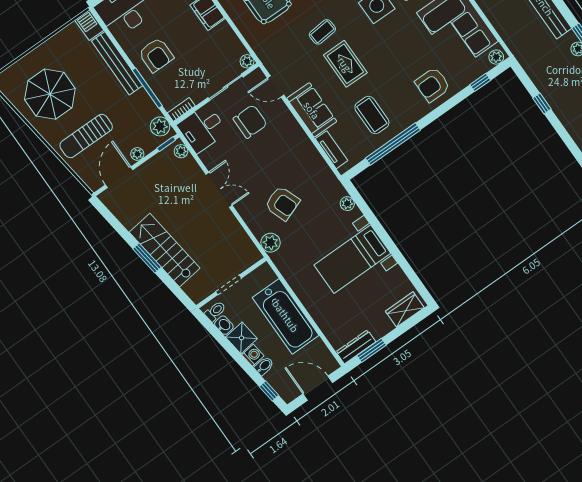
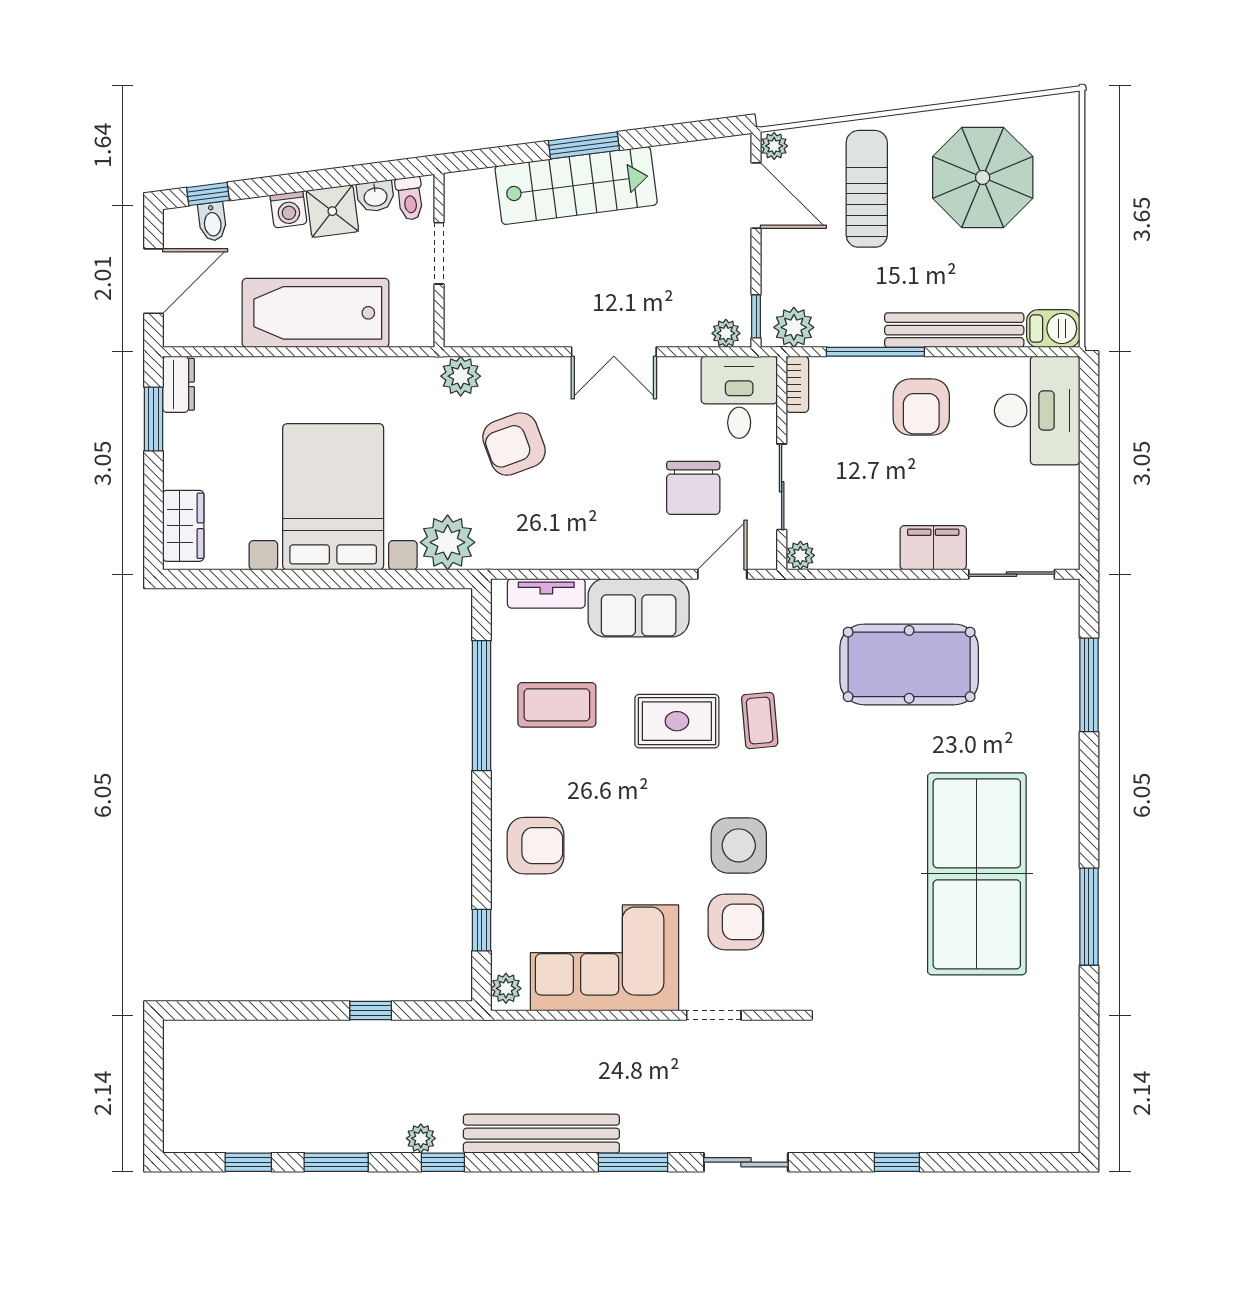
armchair: (156, 55) -> (921, 407), turned -90
armchair: (433, 85) -> (536, 846), turned 90
plant: (137, 154) -> (774, 146), moved
plant: (347, 204) -> (448, 542), width x1.87, depth x1.87
bed with nightstands: (352, 259) -> (333, 497), width x1.36
dresser: (356, 347) -> (178, 384), width x0.70
bidet: (264, 366) -> (212, 222), moved

